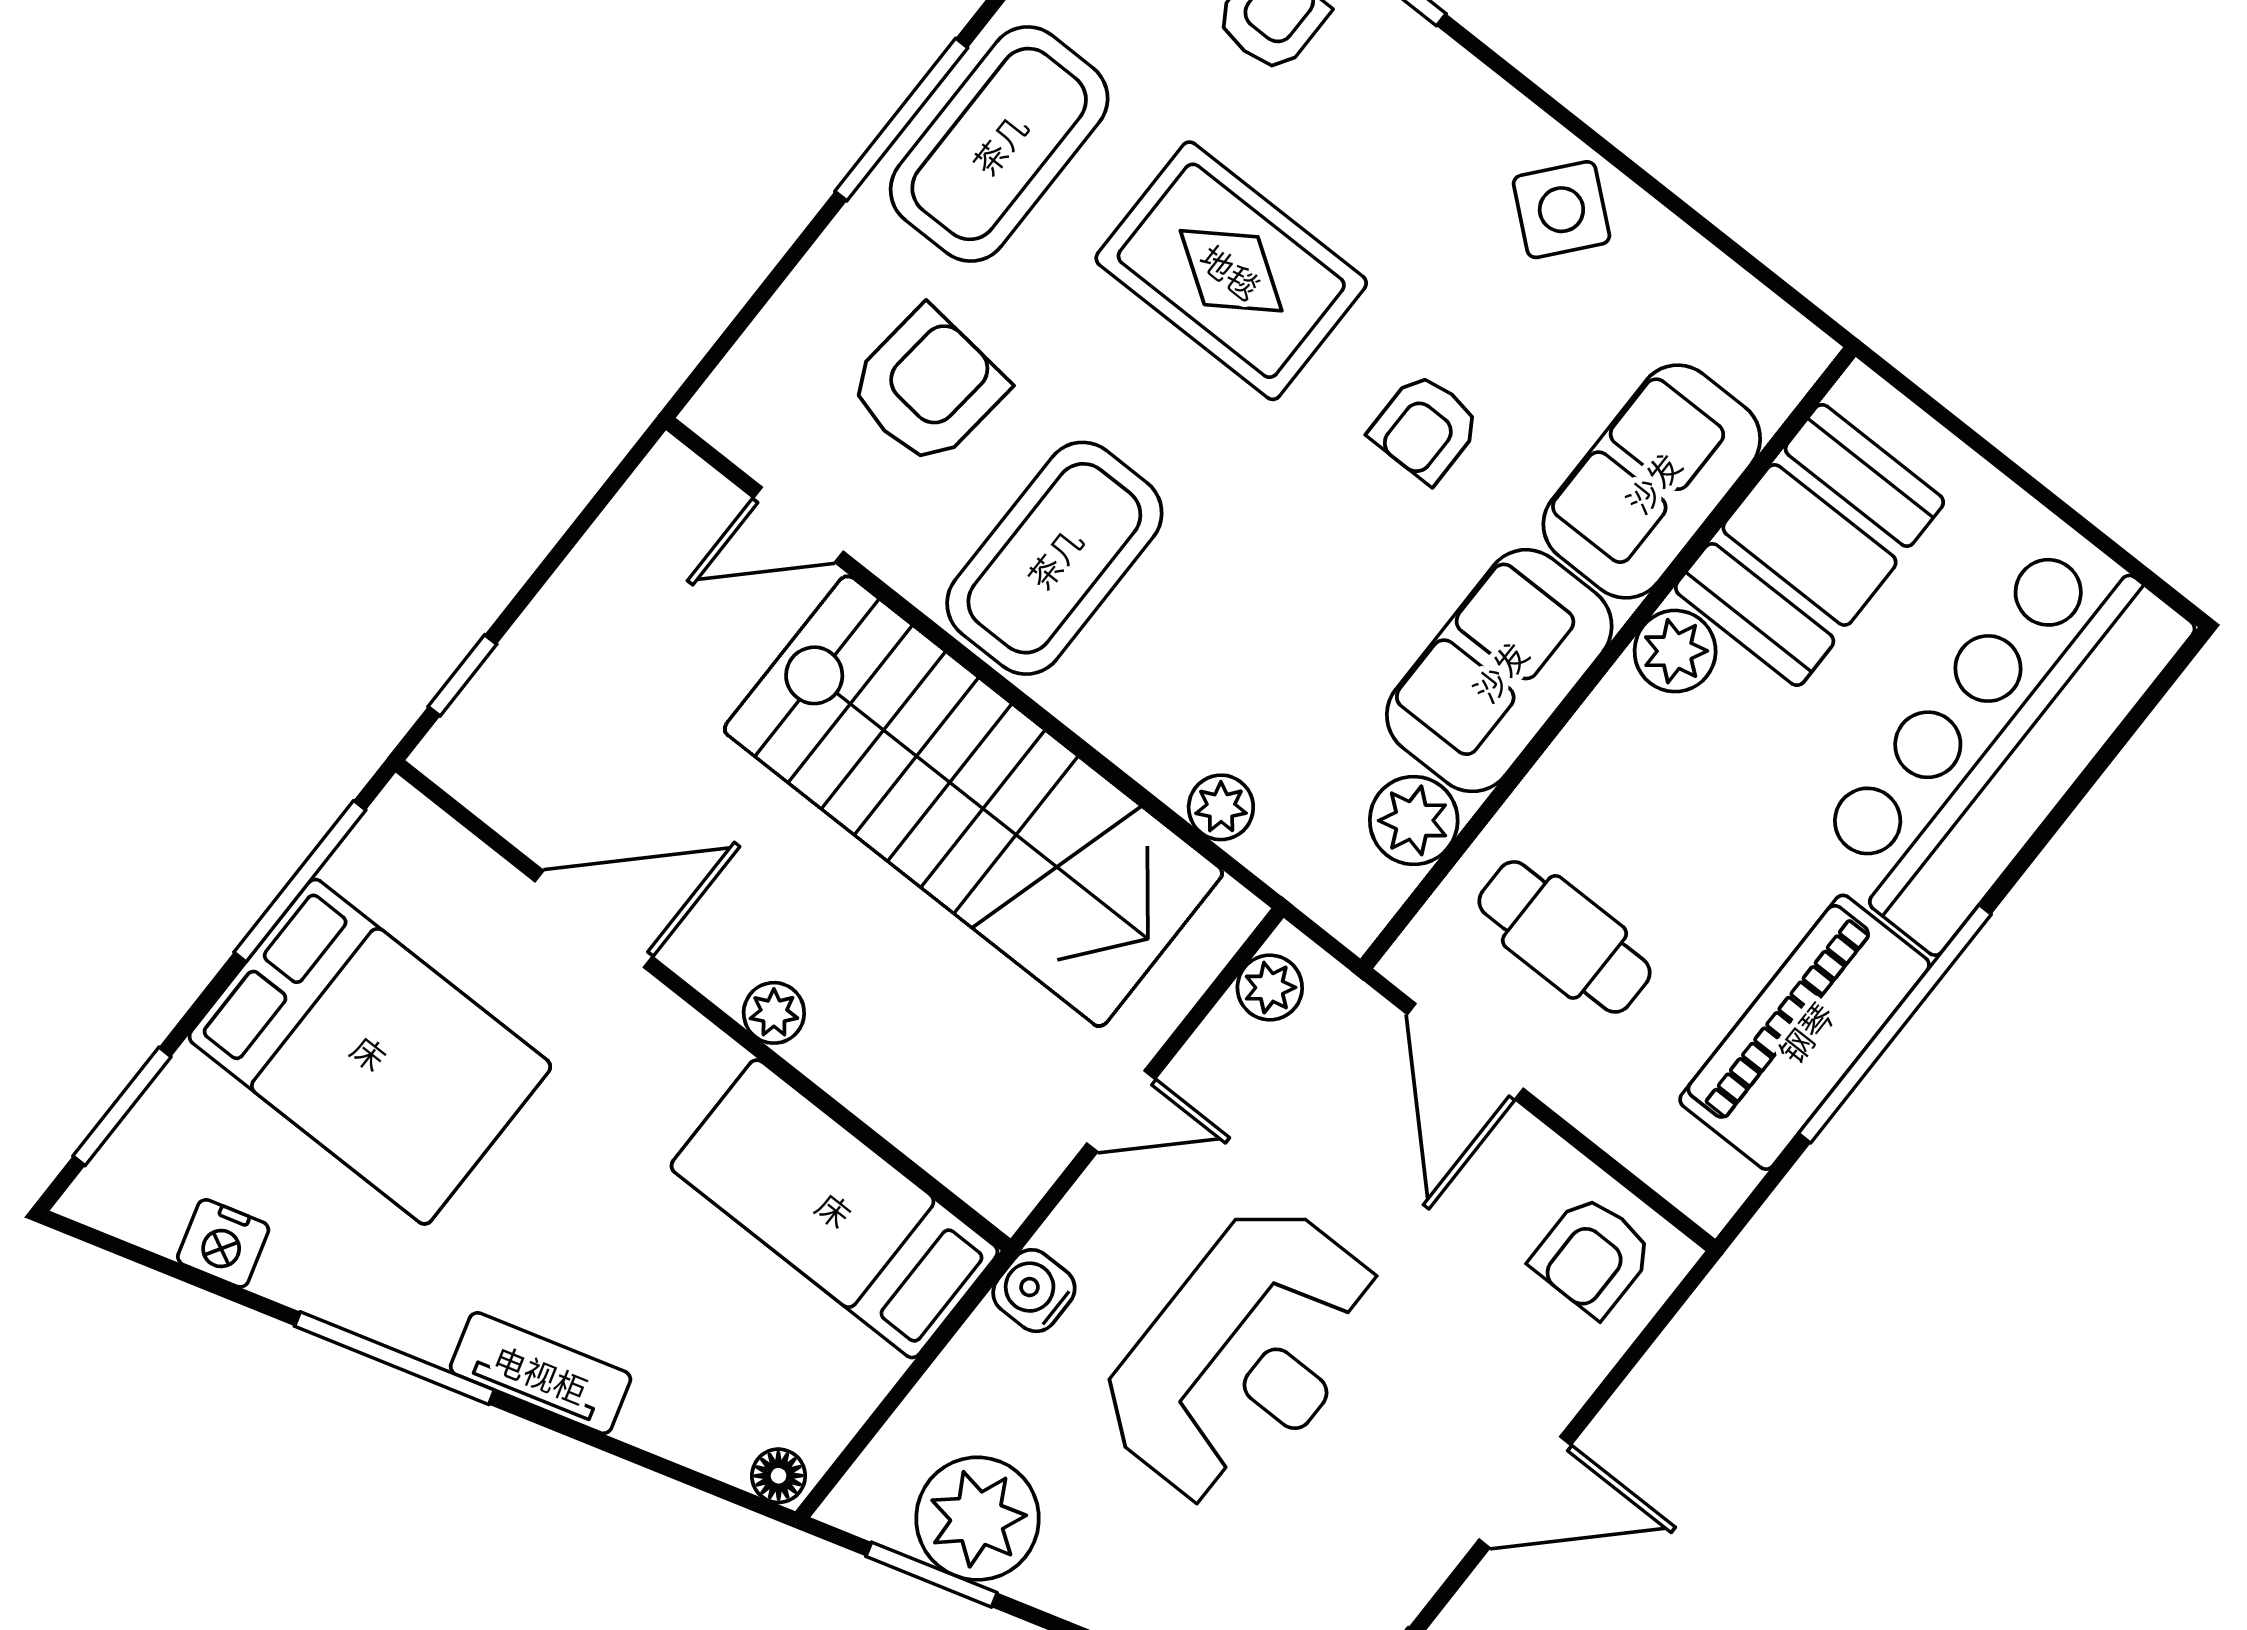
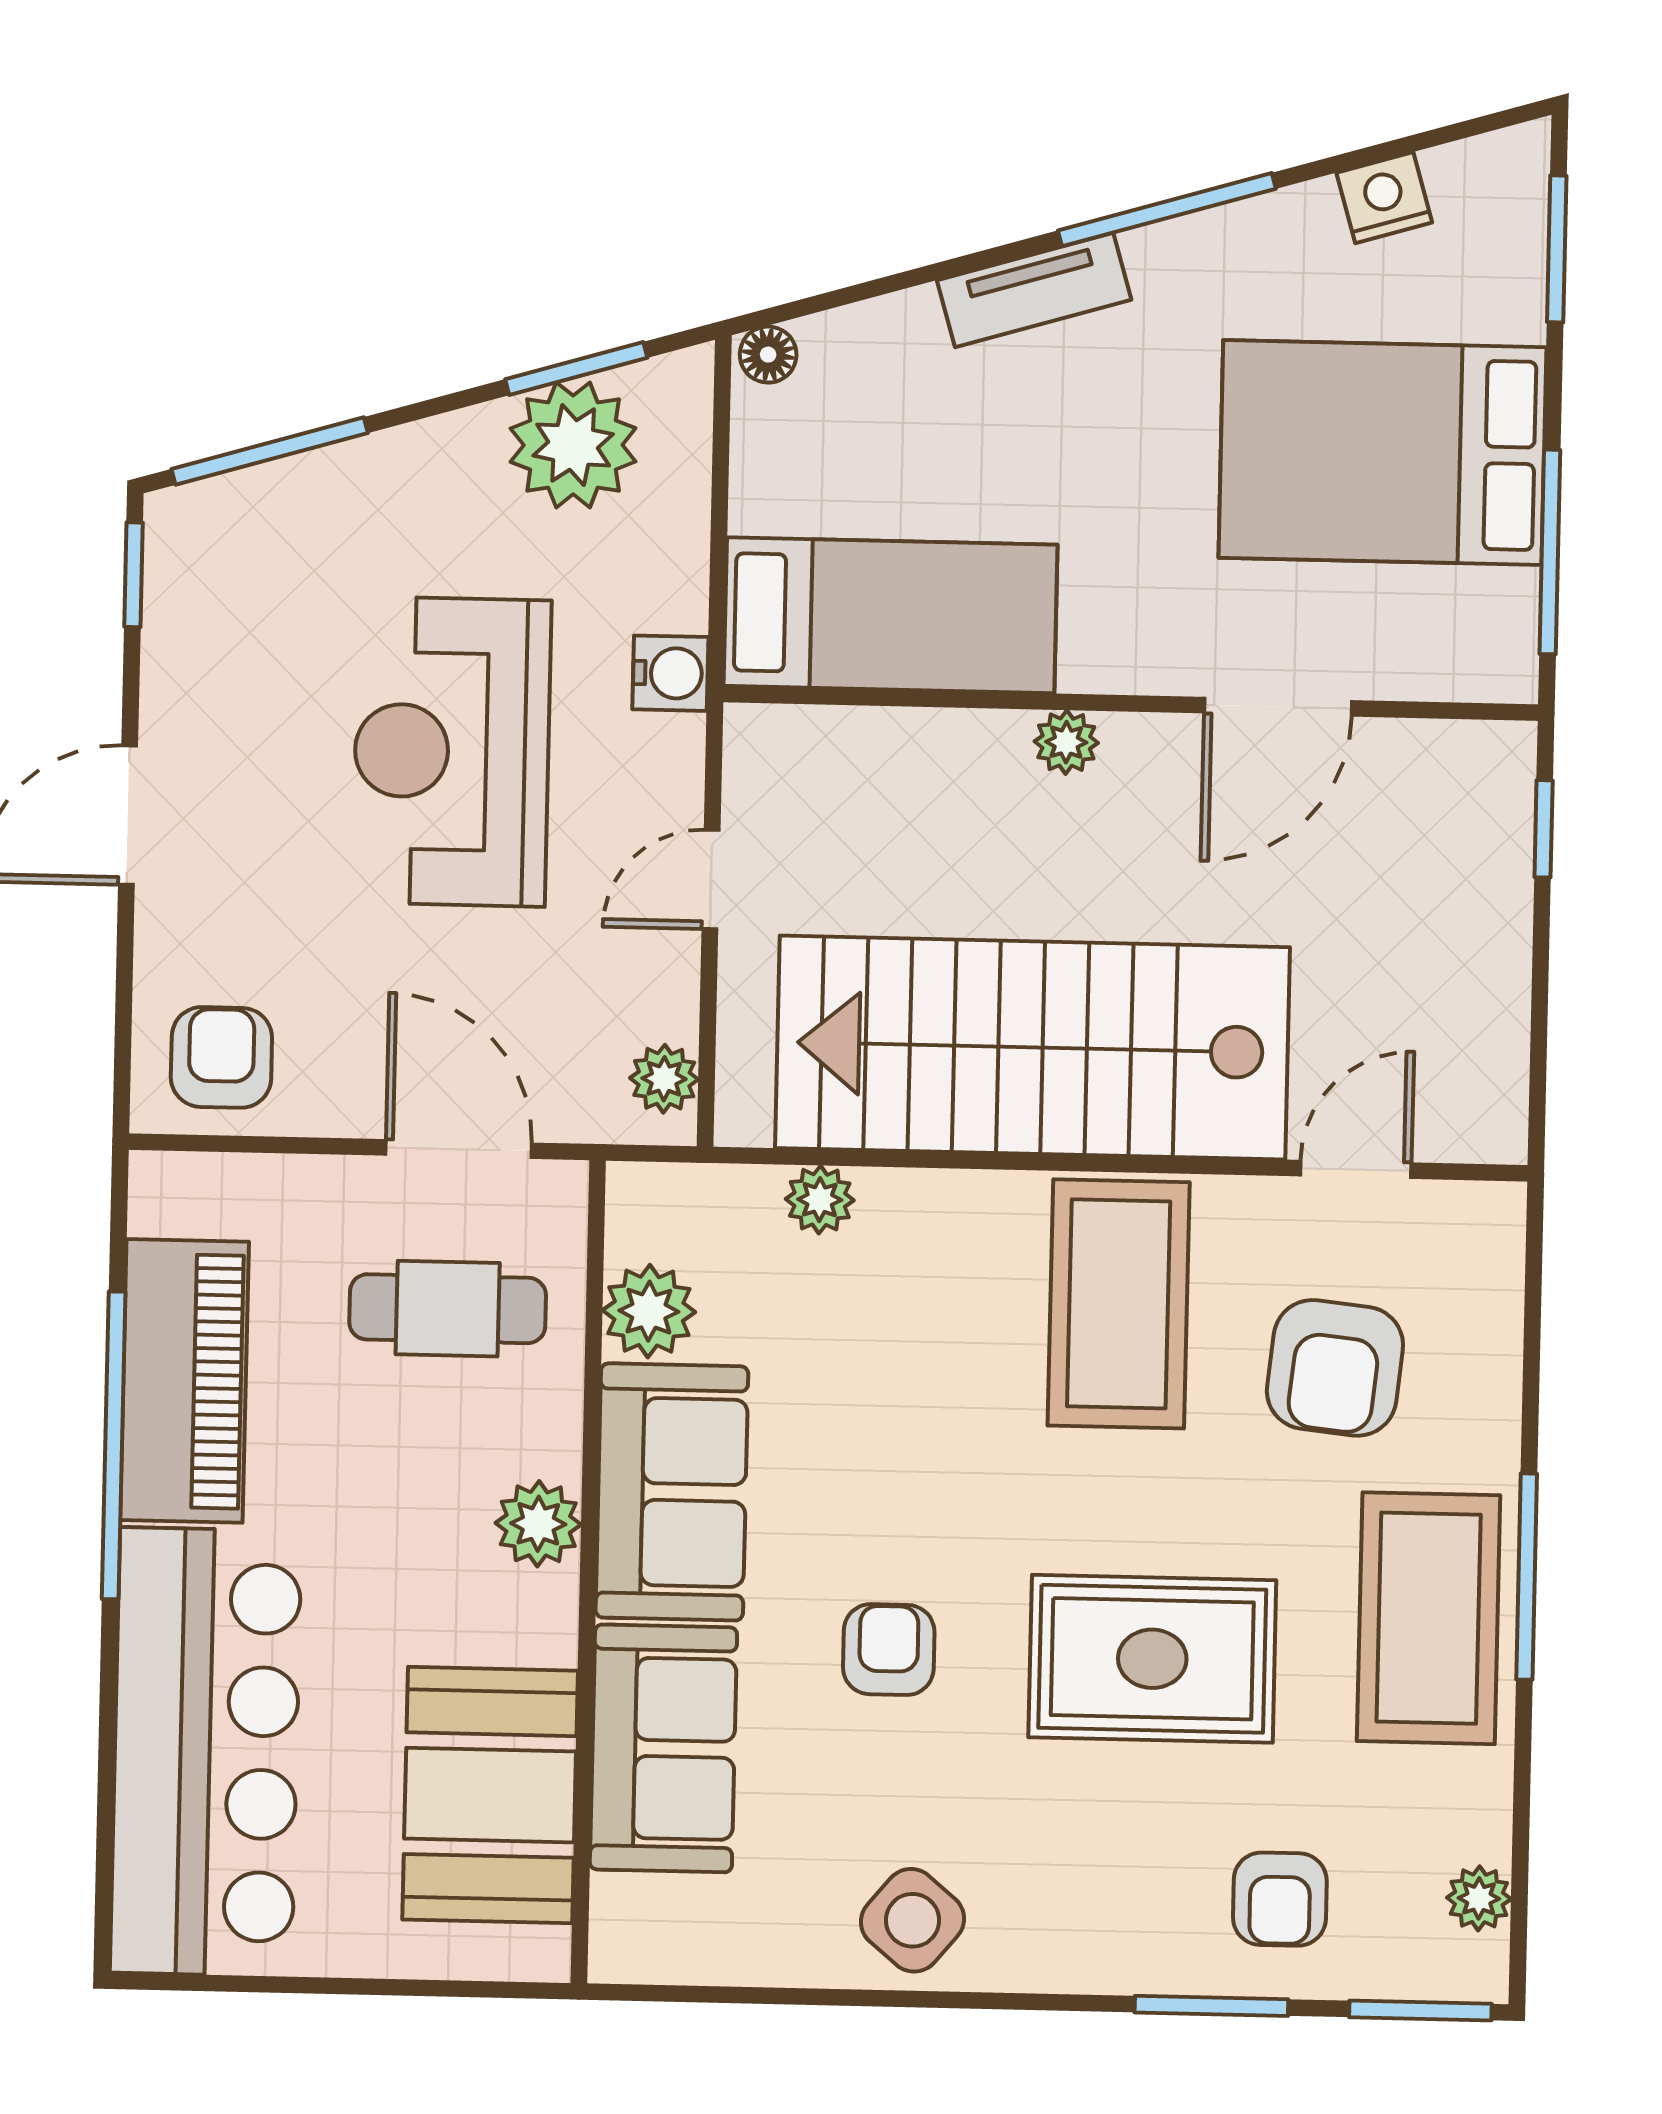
plant: (1675, 651) -> (538, 1524), moved

